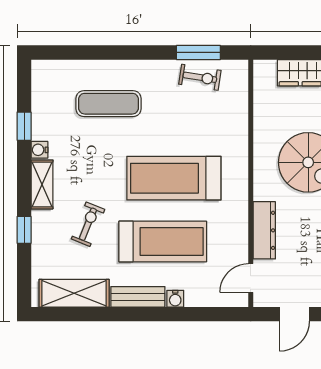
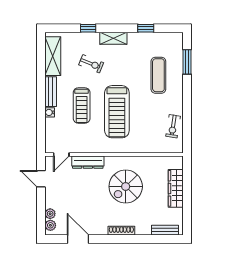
window: (198, 52) -> (187, 62), moved
water cooler: (39, 150) -> (133, 37), removed
treadmill: (174, 178) -> (117, 112), turned 180
treadmill: (163, 241) -> (82, 105), width x0.73, depth x0.73
door: (251, 278) -> (61, 154), swing flipped

